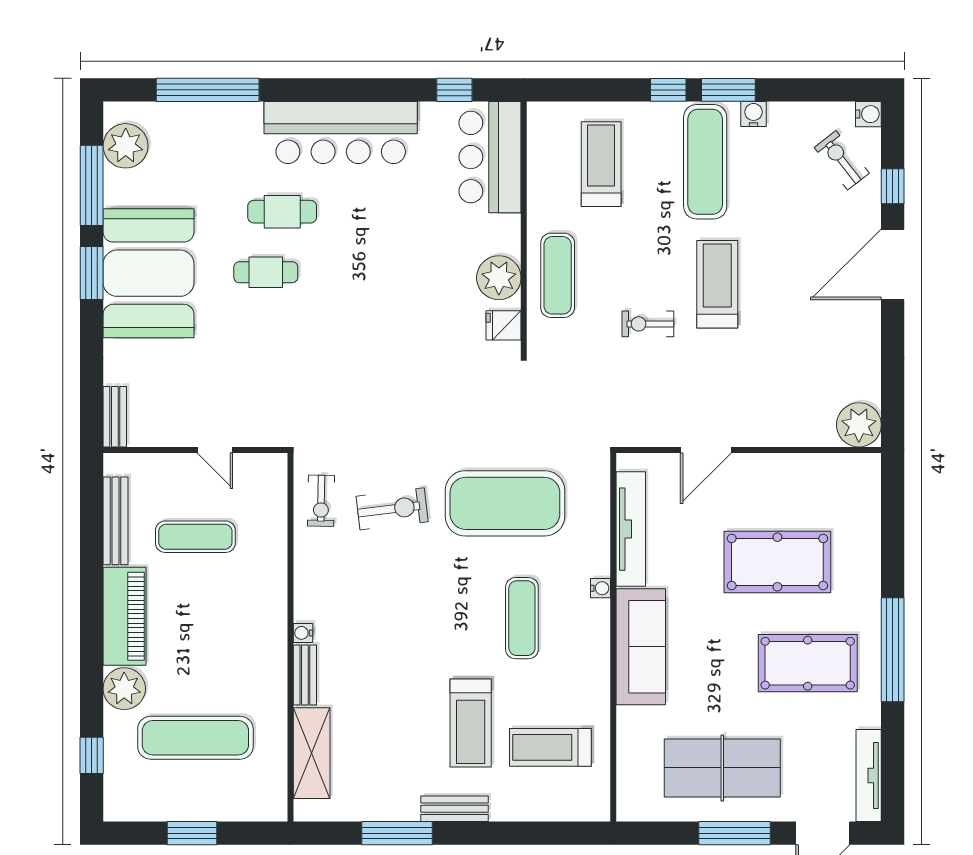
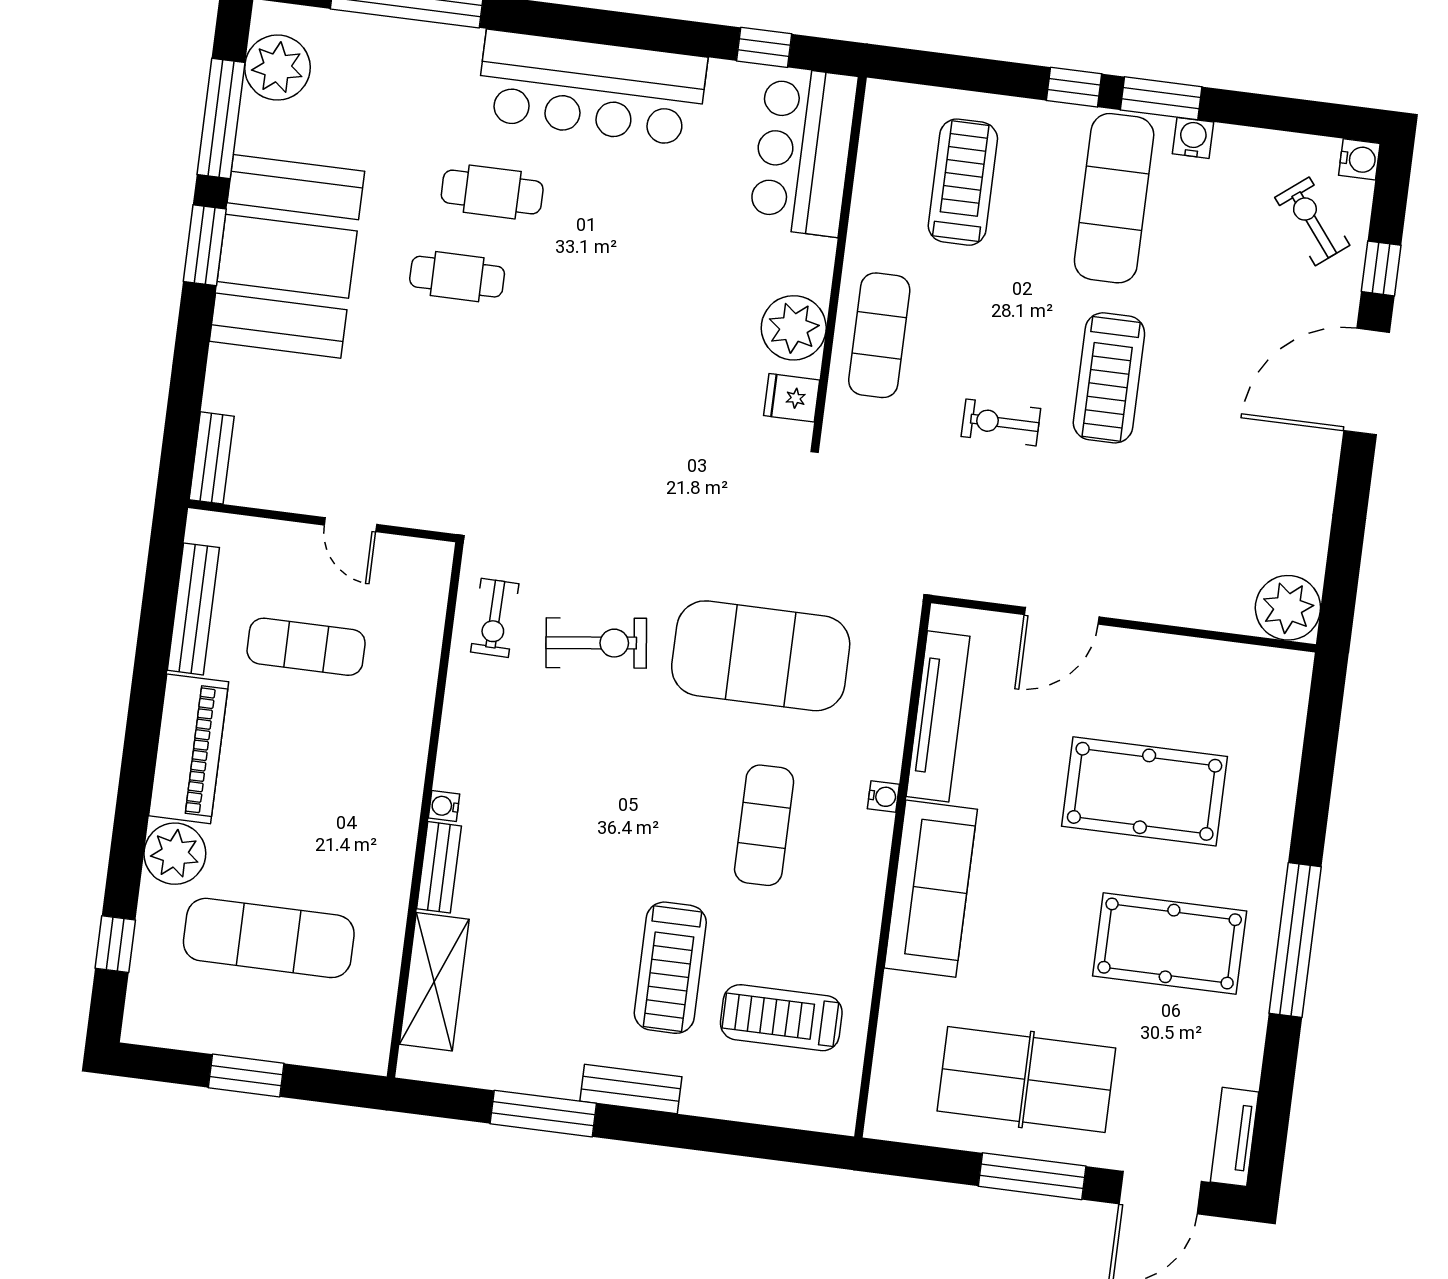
treadmill: (717, 284) -> (1109, 378), turned 180
tv unit: (869, 775) -> (1234, 1137), width x0.71

